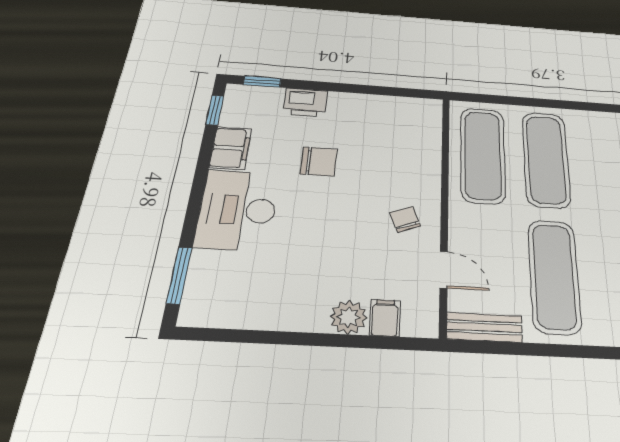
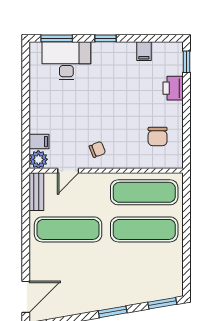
window: (215, 110) -> (106, 38), moved
filing cabinet: (231, 148) -> (144, 51), width x0.50
chair: (319, 161) -> (158, 136), moved
desk: (238, 210) -> (66, 61), moved
plant: (349, 317) -> (38, 159), moved

